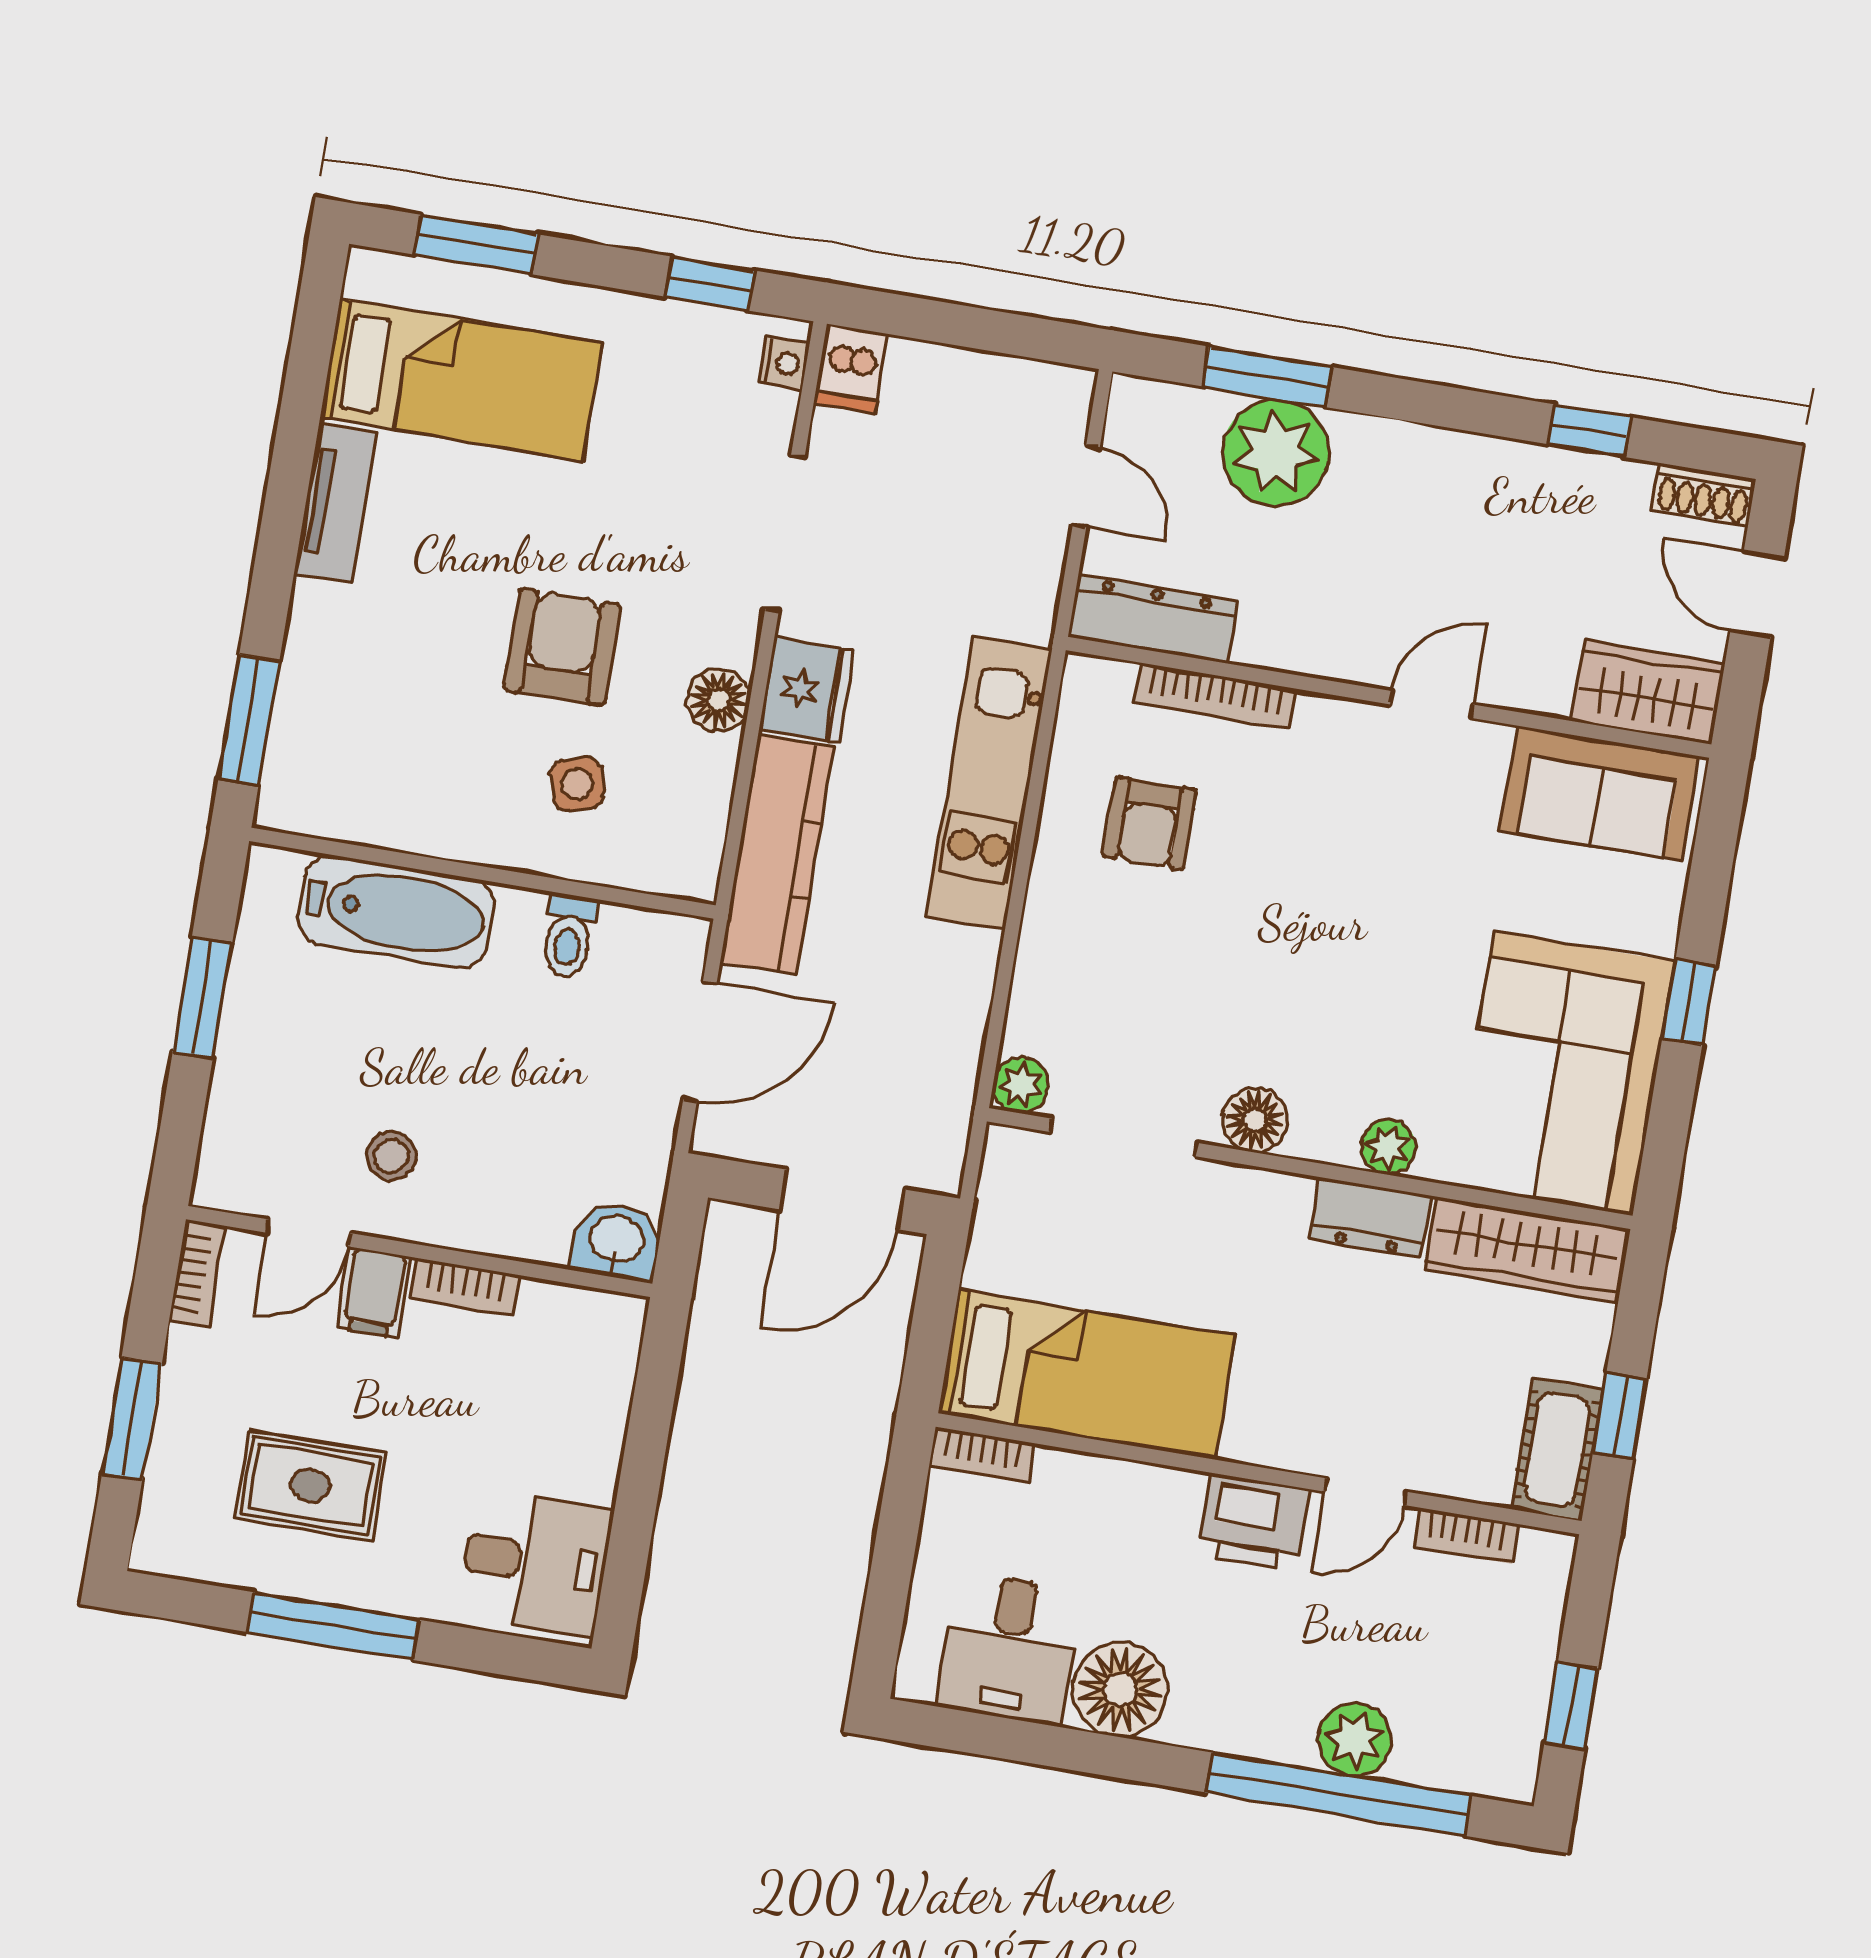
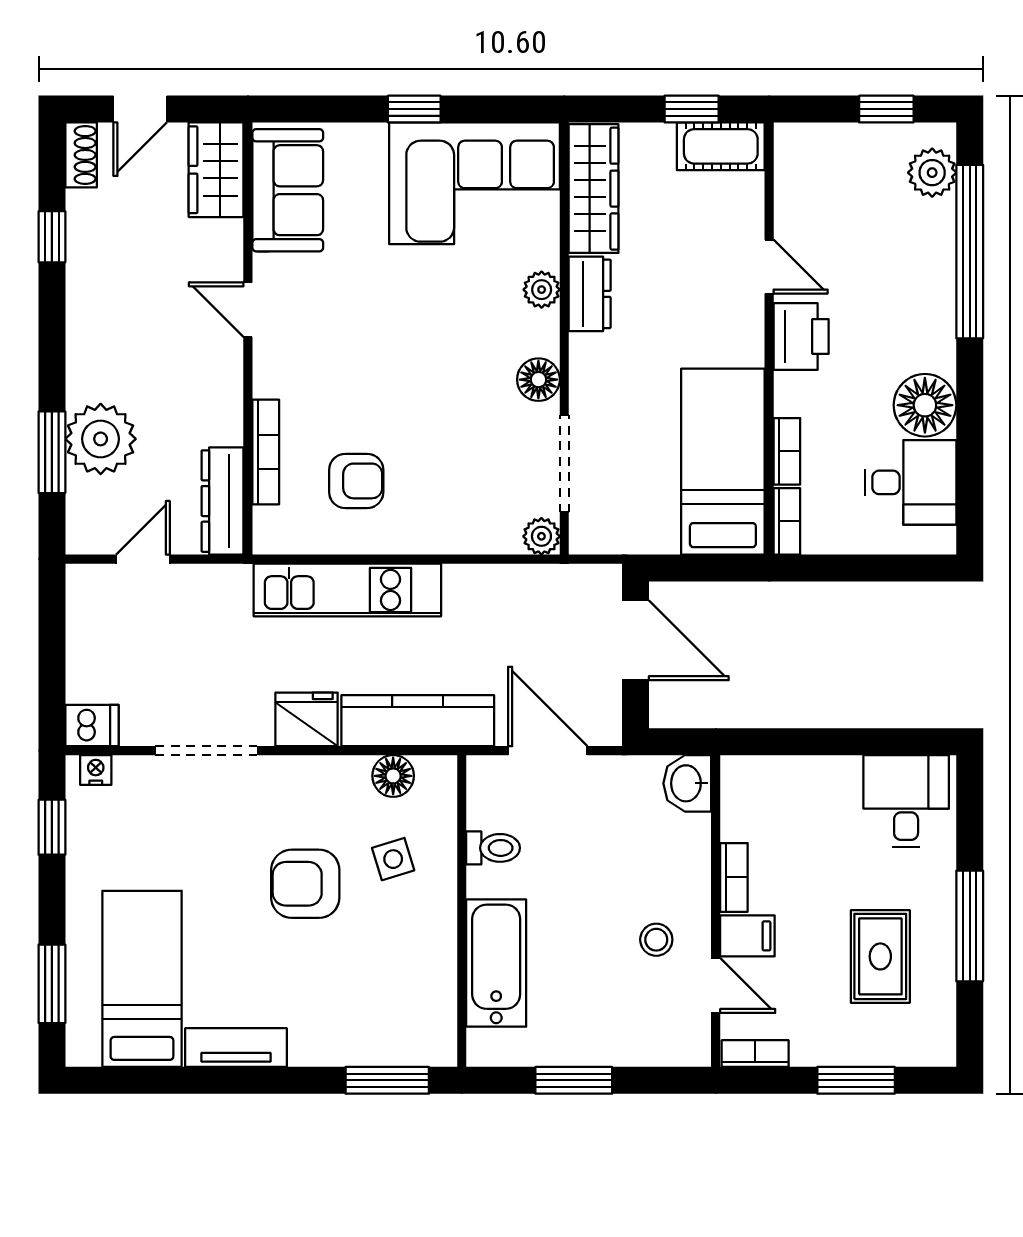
floor lamp: (718, 700) -> (393, 776), moved
bookcase: (1466, 1536) -> (787, 451), moved
plant: (1355, 1739) -> (932, 173), moved

